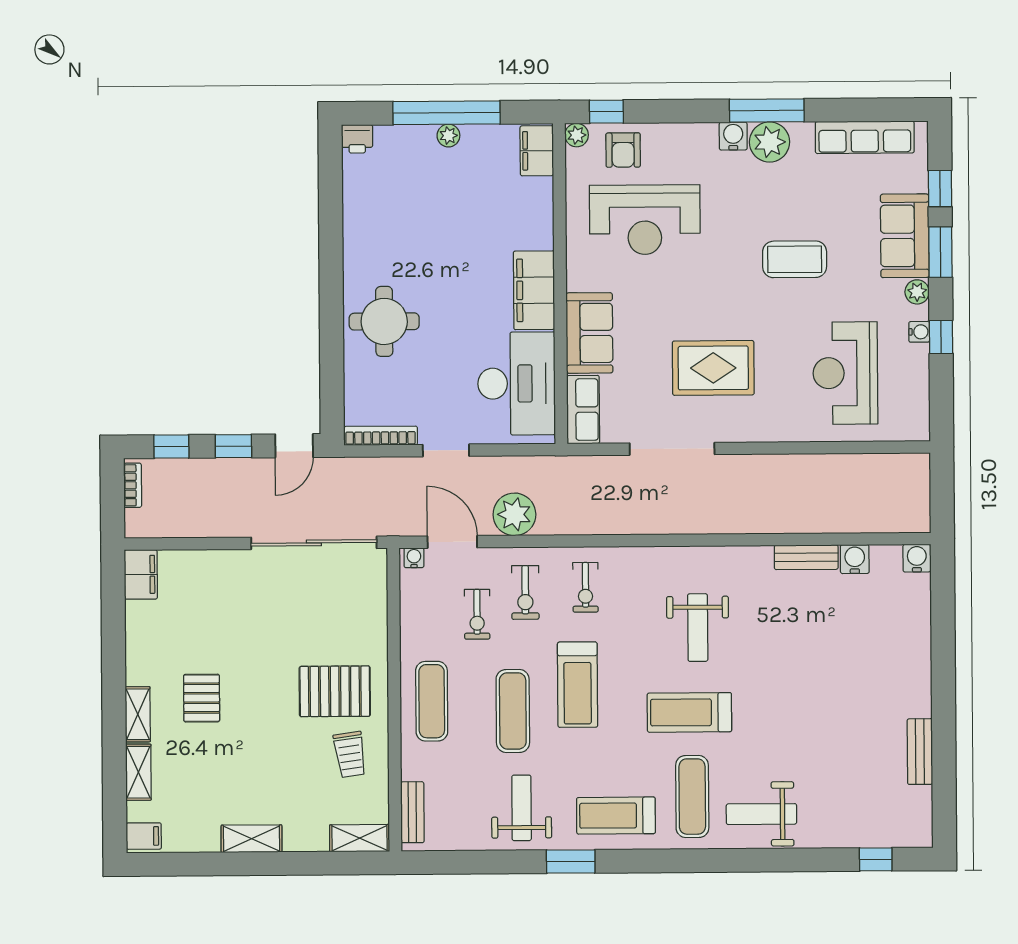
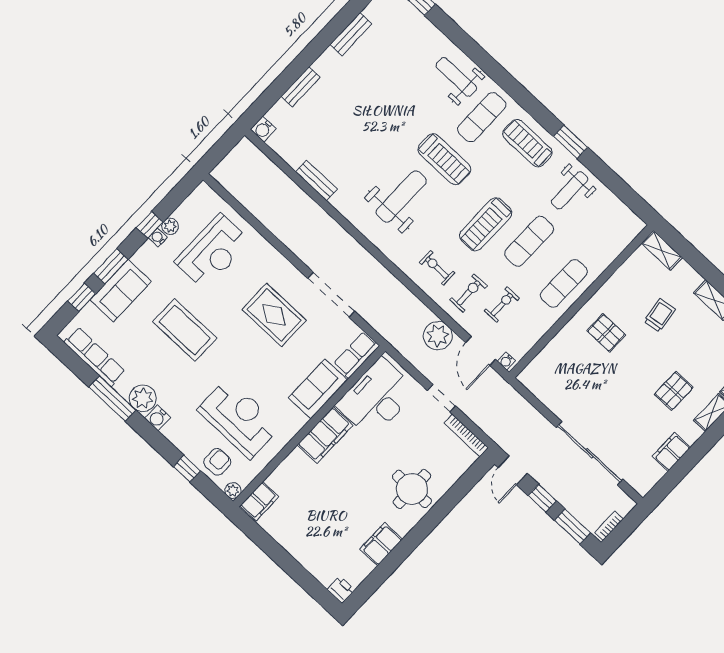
window: (767, 110) -> (112, 399), moved
window: (606, 112) -> (187, 469), moved
window: (447, 113) -> (286, 561), removed
plant: (448, 136) -> (295, 549), removed
filing cabinet: (361, 230) -> (381, 544), added
coffee table: (795, 259) -> (185, 330), width x1.36, depth x1.32
plant: (917, 292) -> (170, 226), moved
door: (294, 446) -> (513, 470), swing flipped
window: (171, 447) -> (573, 527), width x1.50
sliding door: (314, 543) -> (589, 453), moved
water cooler: (855, 559) -> (294, 157), removed
filing cabinet: (141, 574) -> (671, 452), moved
exercise bike: (585, 587) -> (437, 268), turned -90
weight bench: (698, 628) -> (401, 197), width x1.36, depth x1.33
treadmill: (578, 685) -> (486, 224), turned 180
pallet: (335, 691) -> (606, 333), width x0.67, depth x0.71
trolley: (350, 754) -> (660, 315), moved
bench: (412, 812) -> (301, 87), moved
weight bench: (761, 814) -> (456, 77), turned 180
treadmill: (616, 816) -> (527, 143), turned 180

